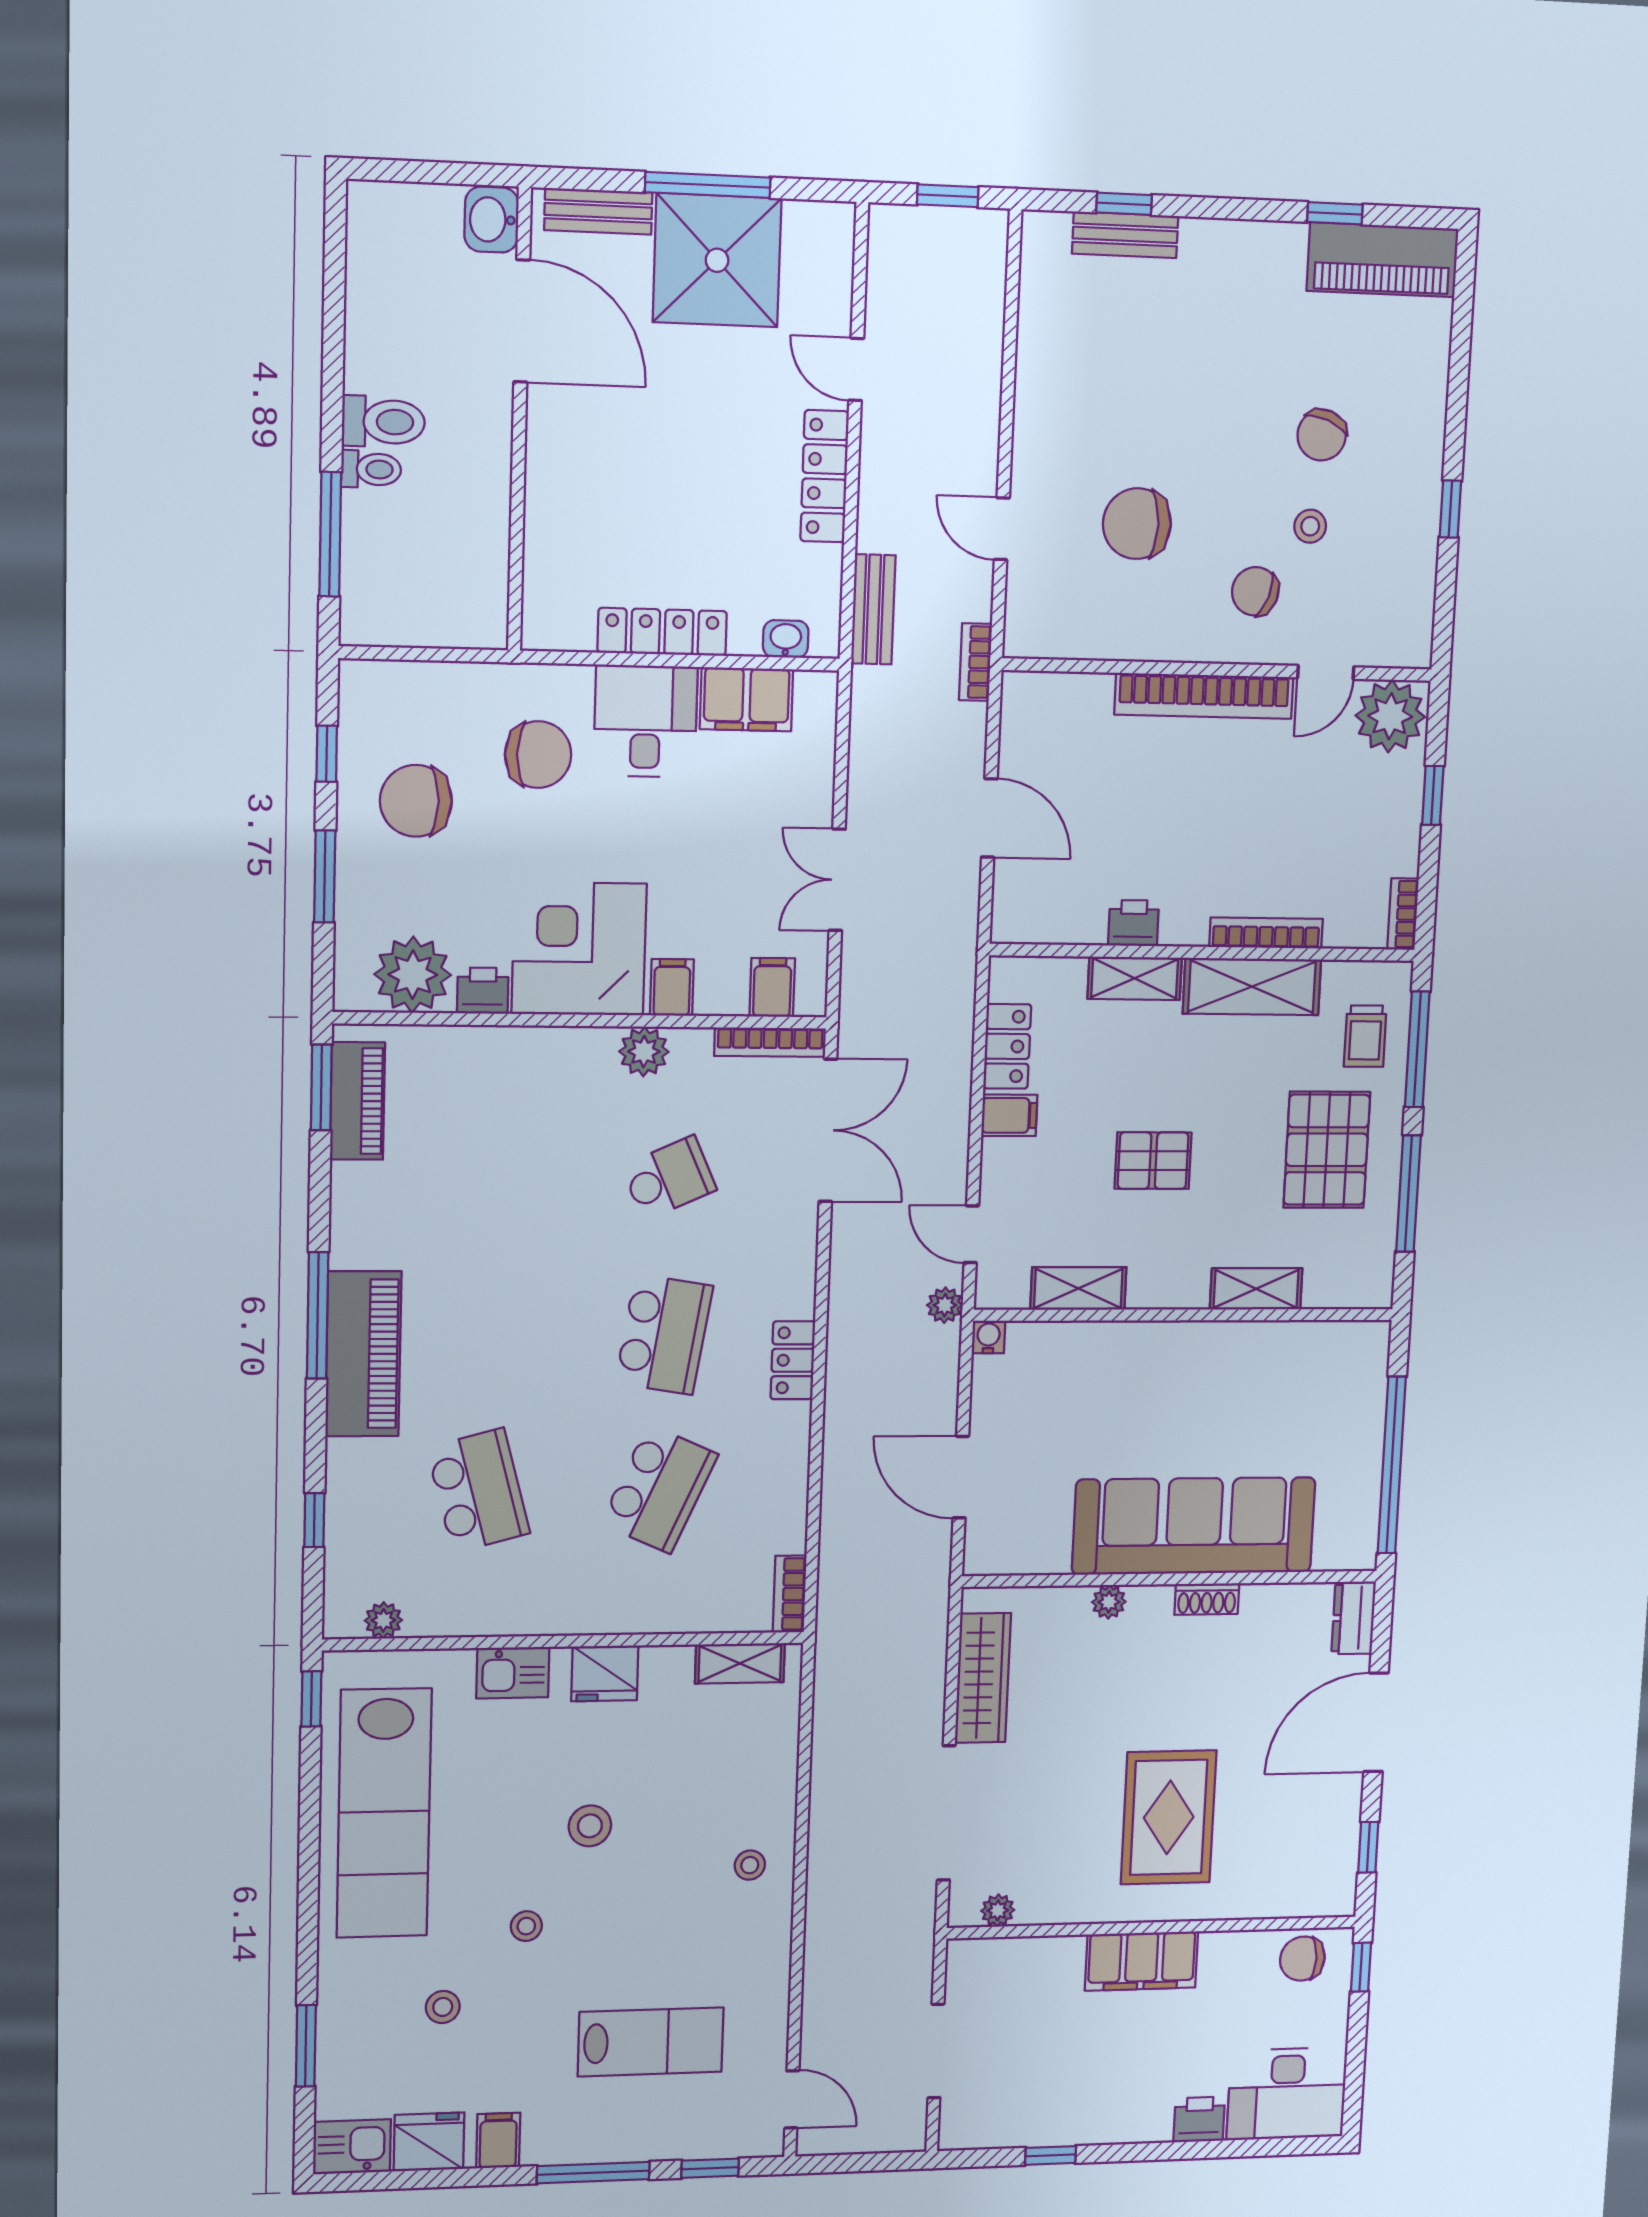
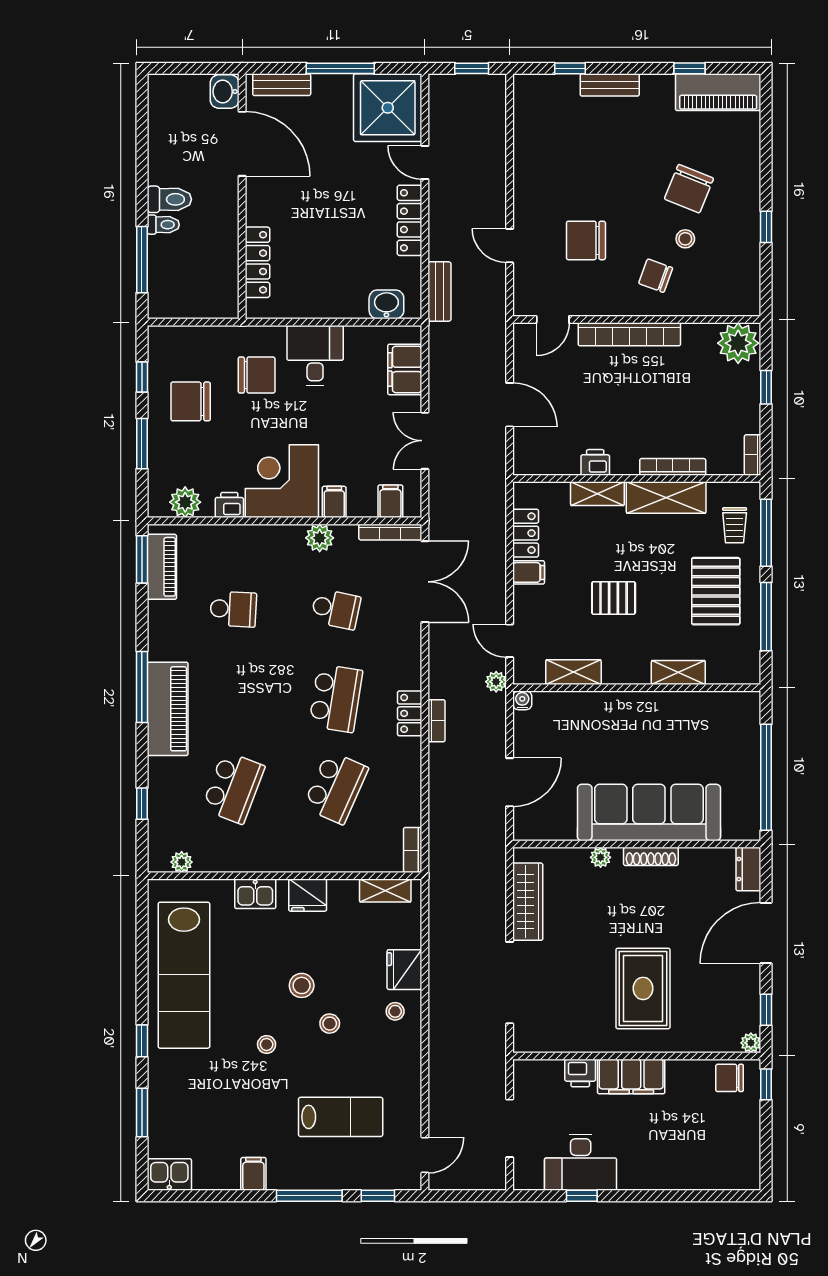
bench: (1125, 235) -> (610, 85), moved
shower: (717, 260) -> (388, 108), moved
chair: (1322, 435) -> (689, 189), width x1.37, depth x1.37
locker: (662, 632) -> (257, 262), moved, turned 90
washbasin: (786, 639) -> (386, 304), width x1.38, depth x1.45
bookcase: (975, 662) -> (437, 721), moved, turned 180
door: (1326, 672) -> (553, 320), moved
filing cabinet: (746, 699) -> (405, 369), moved, turned 90
plant: (413, 975) -> (185, 502), width x0.73, depth x0.73
school desk: (486, 1177) -> (233, 609), added
school desk: (669, 1178) -> (336, 609), turned 36
door: (961, 1477) -> (510, 782), swing flipped
school desk: (478, 1491) -> (233, 788), turned 36
shoe rack: (1207, 1599) -> (651, 856), width x1.43
window: (311, 1699) -> (142, 1041), moved
plant: (998, 1910) -> (751, 1043), moved
stool: (443, 2007) -> (330, 1024), moved
desk: (1287, 2094) -> (581, 1162), moved
door: (792, 2099) -> (425, 1155), hinge flipped
printer: (1199, 2119) -> (580, 1073), moved, turned 180
fridge: (429, 2142) -> (404, 970), moved, turned -90

